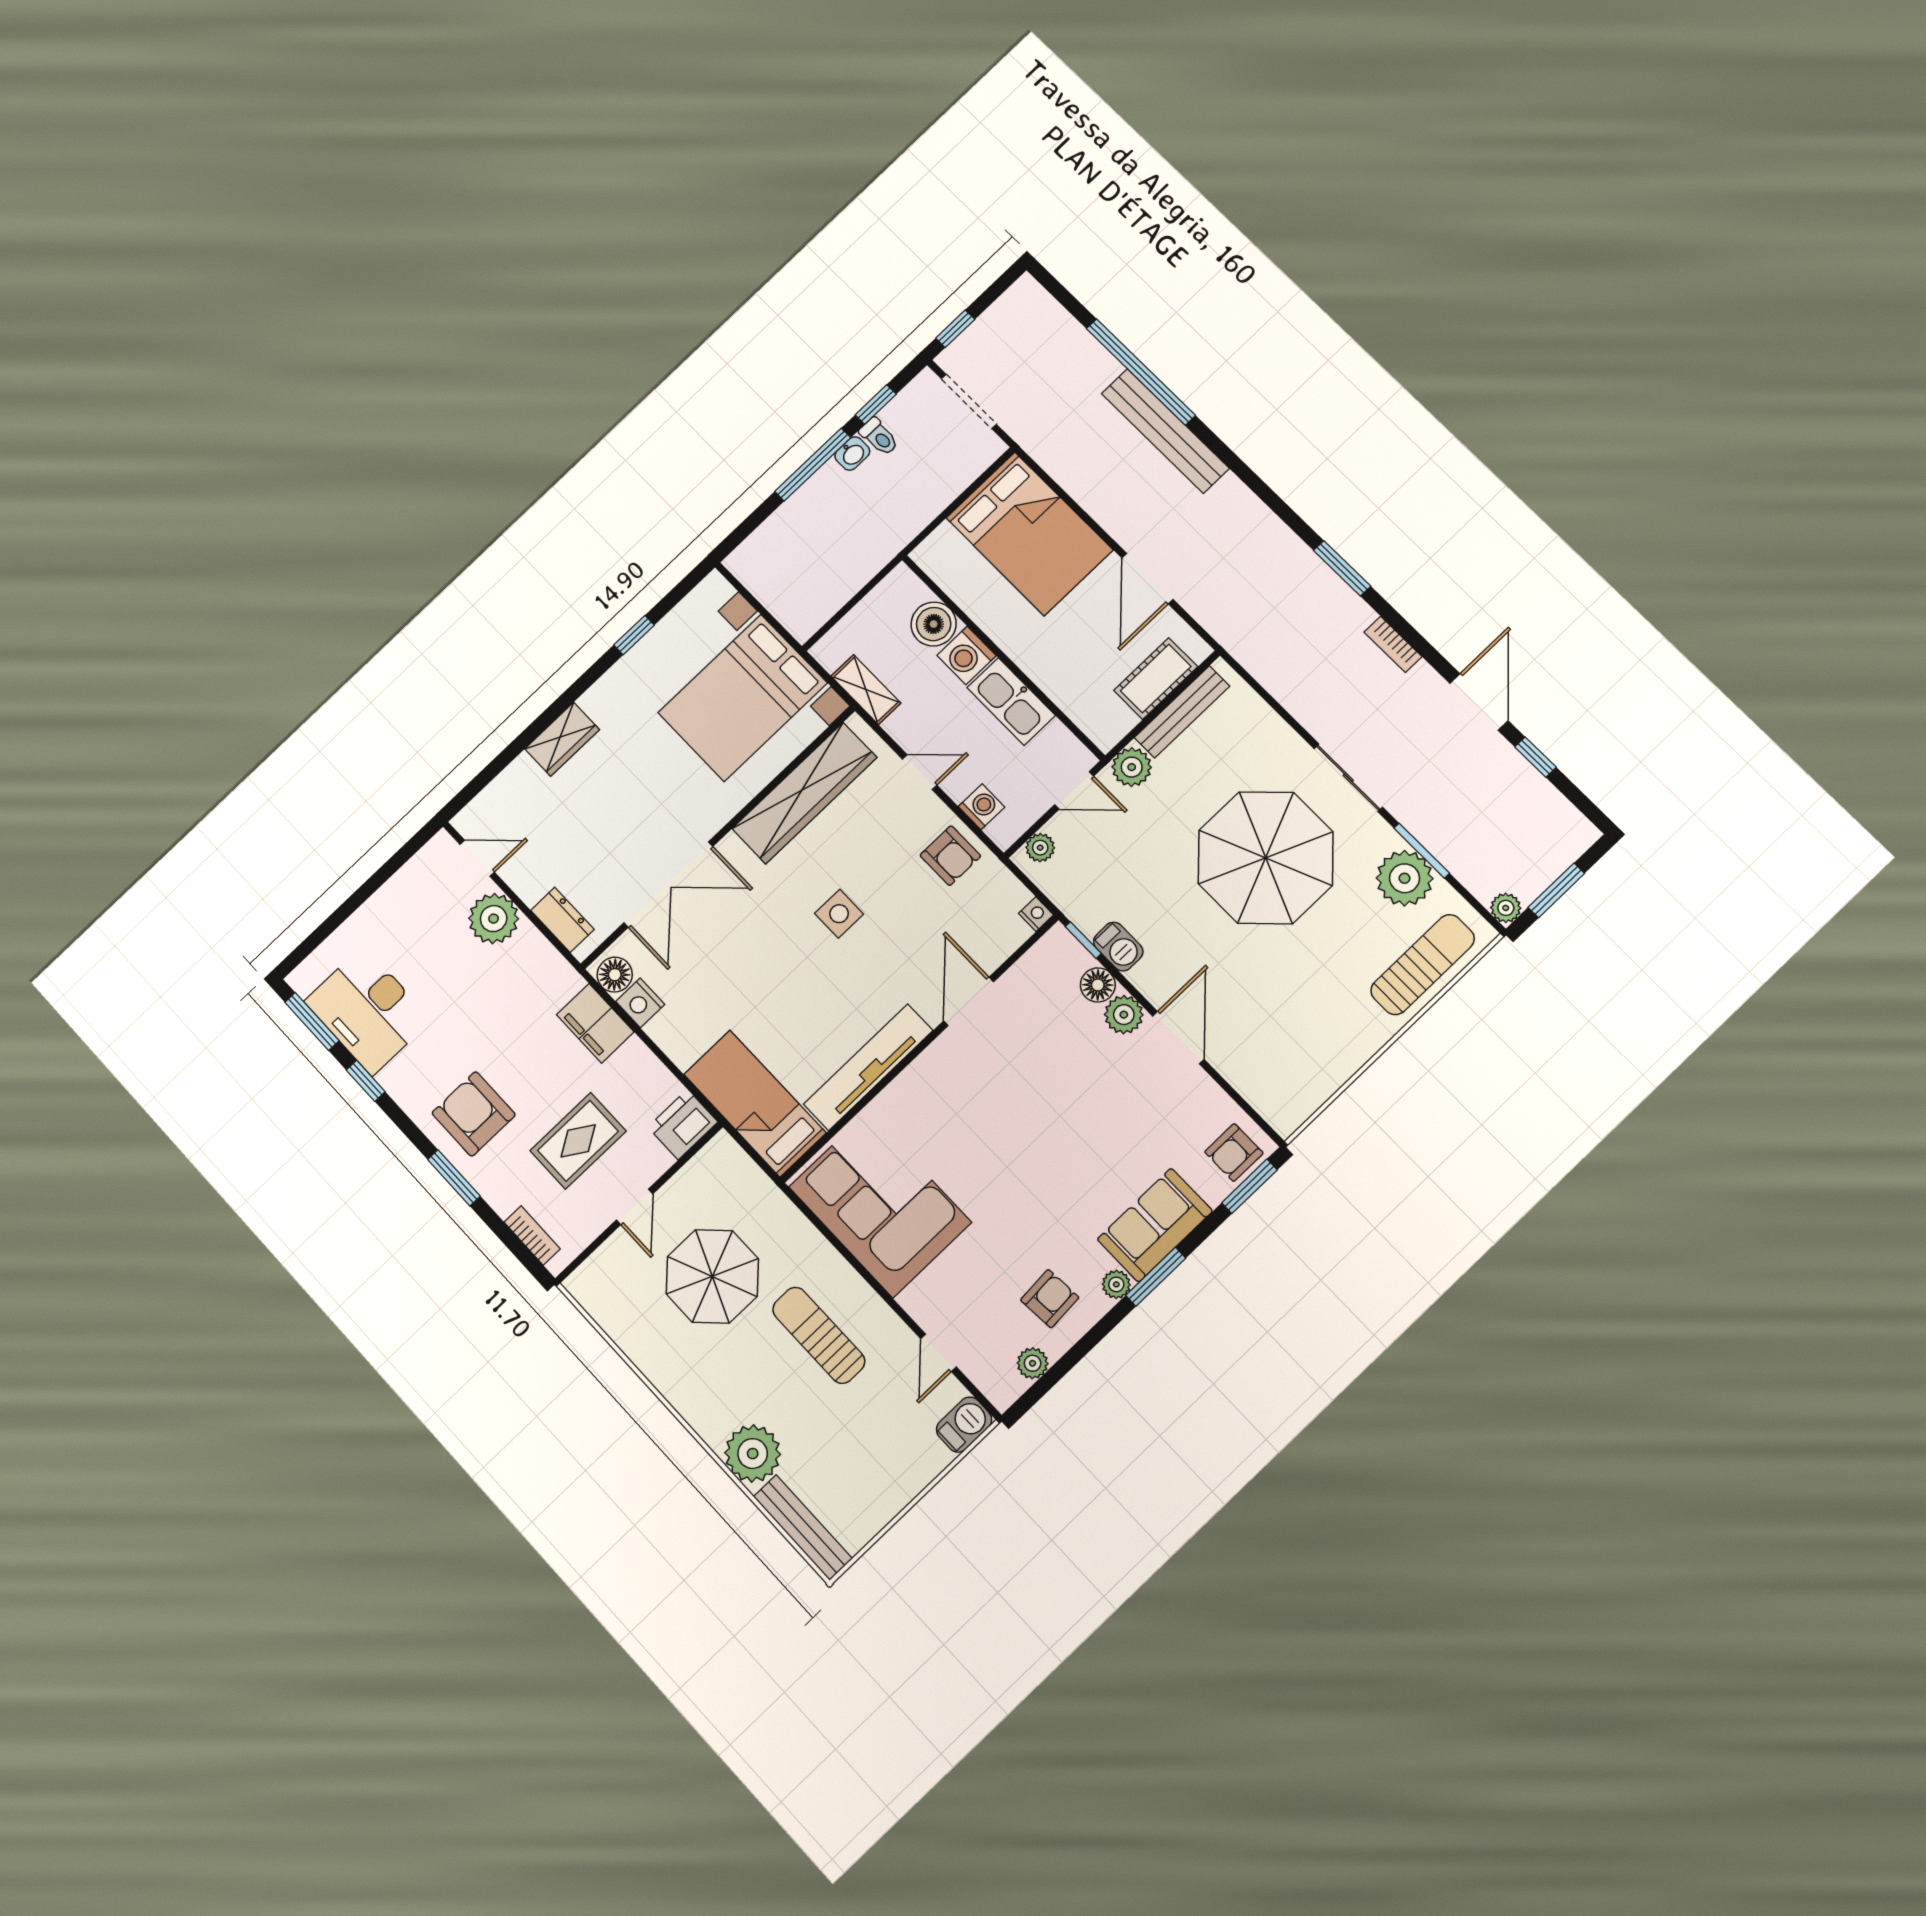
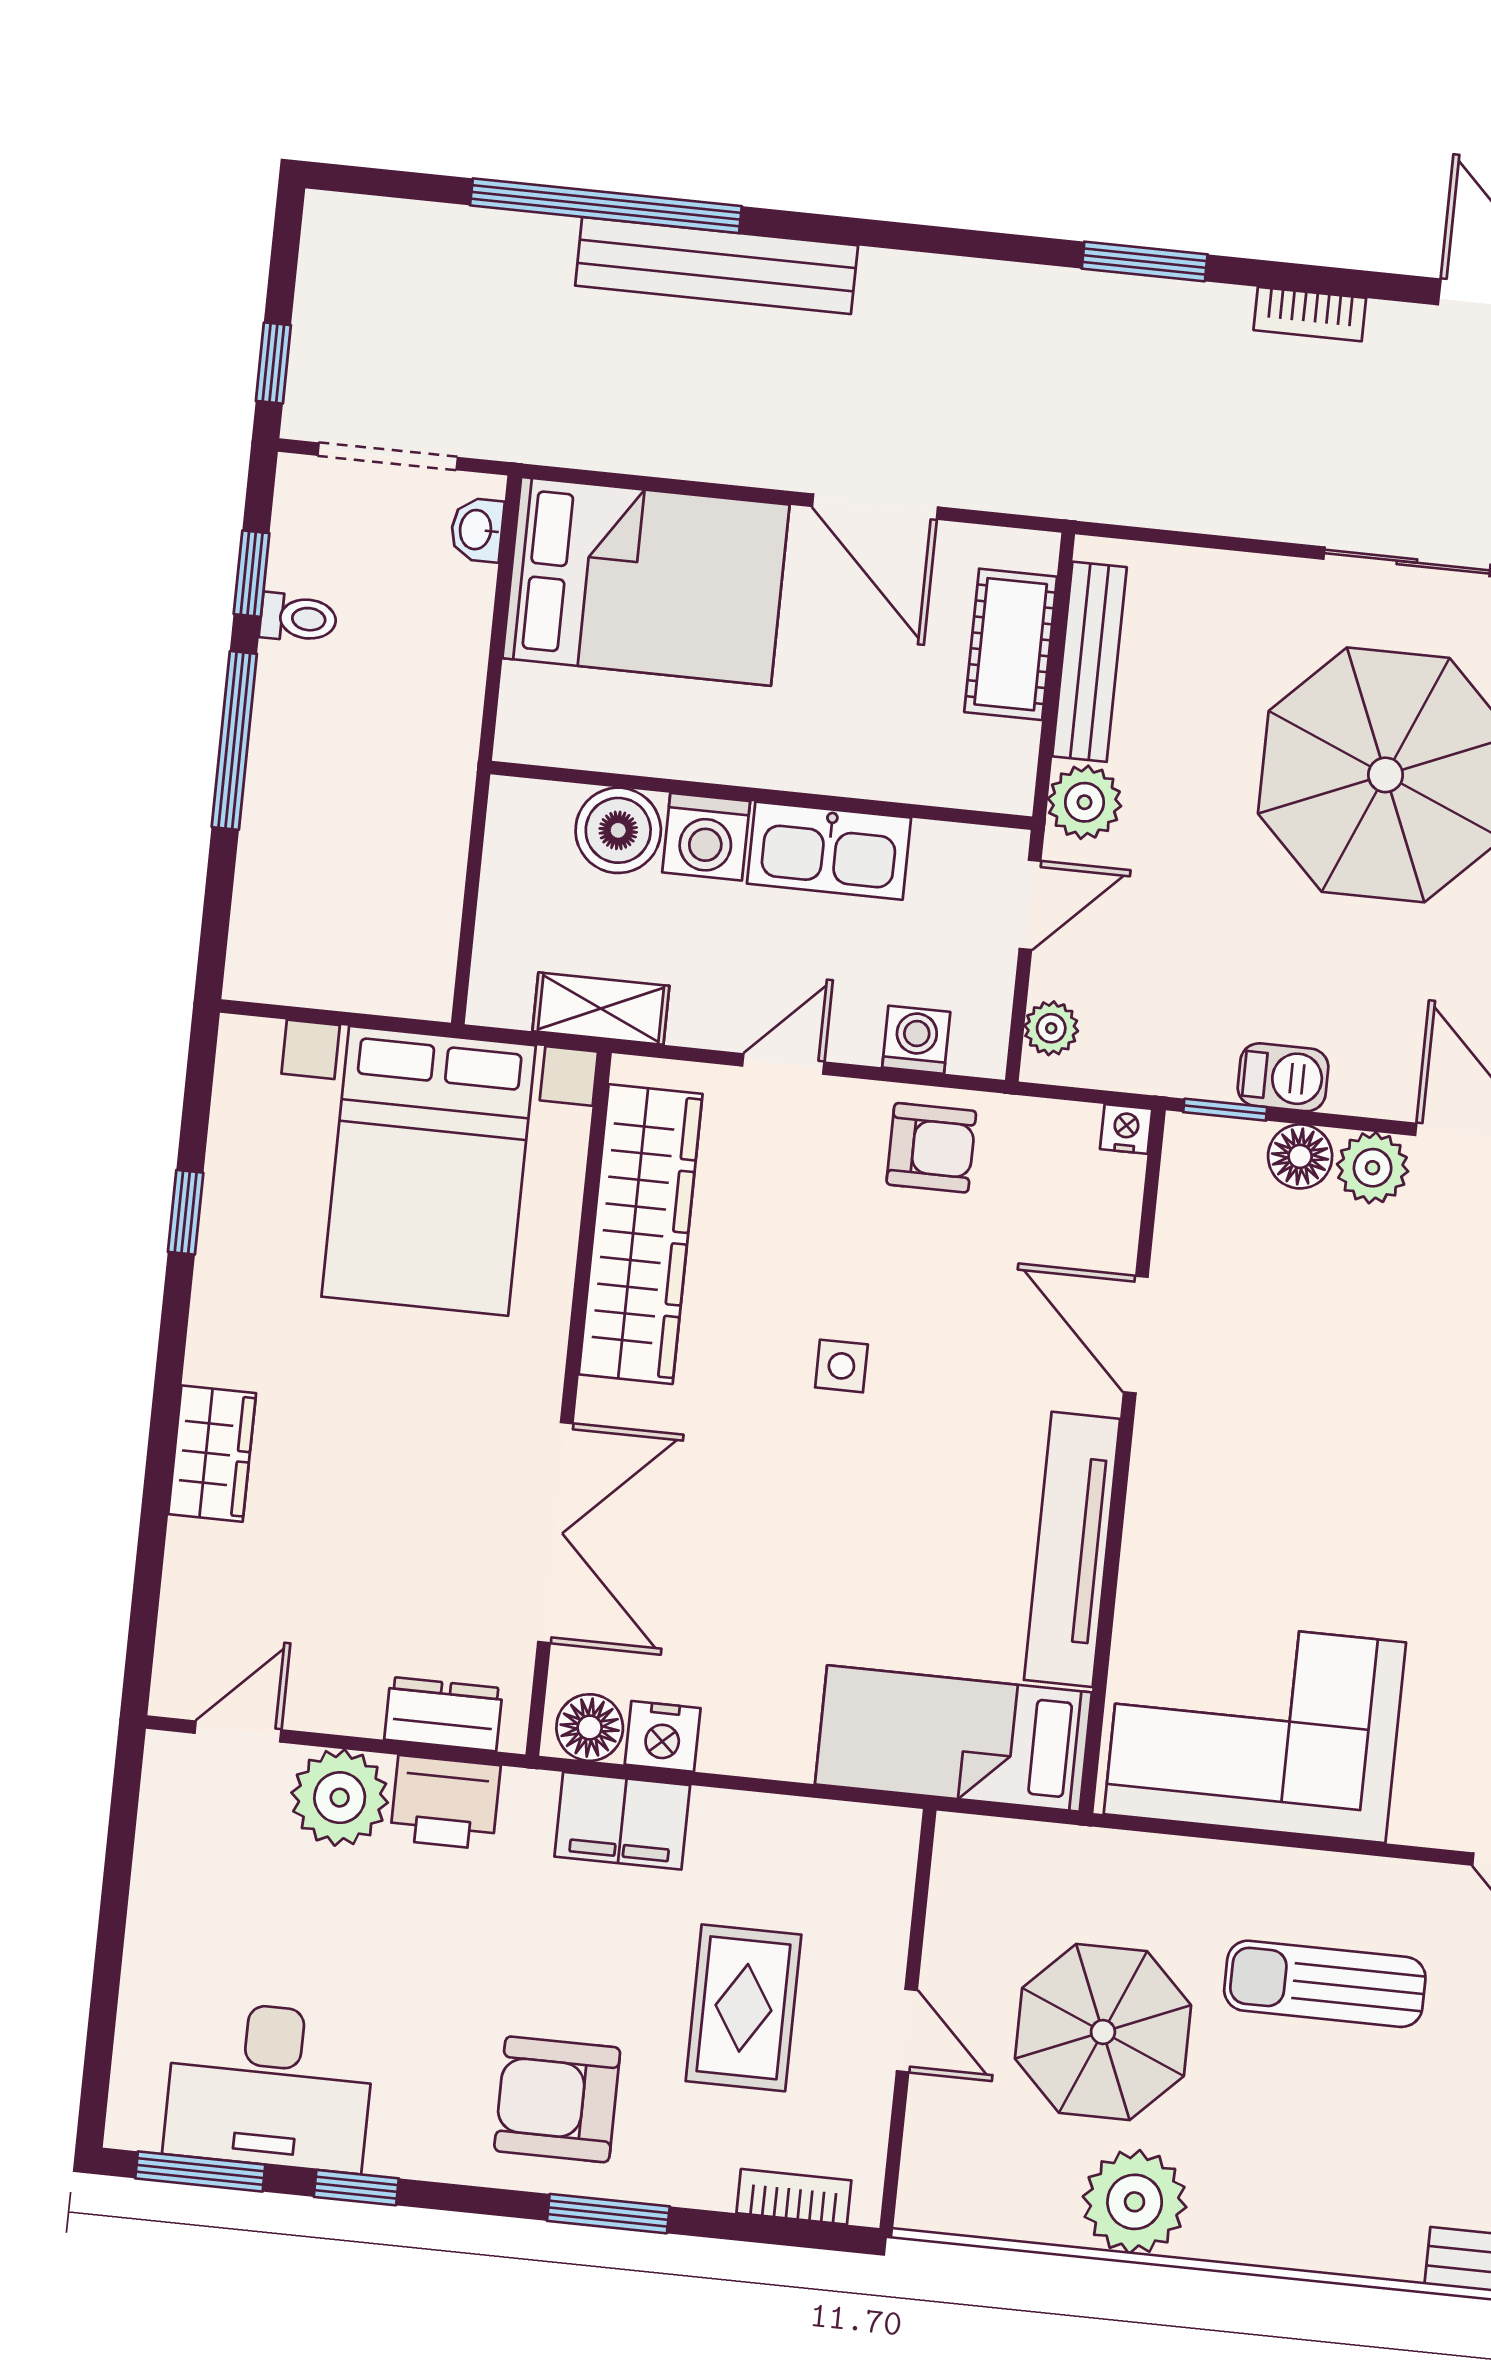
washbasin: (852, 454) -> (477, 530), moved, turned 180
side table: (839, 914) -> (841, 1366), width x0.73, depth x0.73
printer: (683, 1124) -> (445, 1803), moved, turned -90
plant: (753, 1454) -> (1135, 2202), moved

